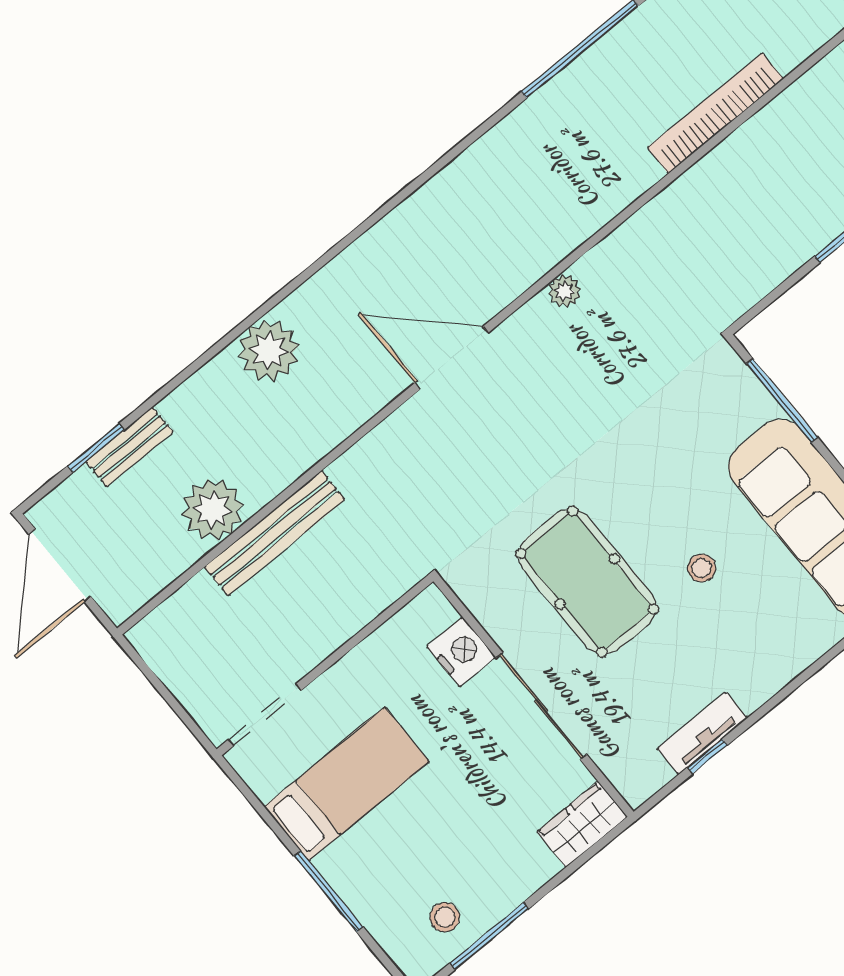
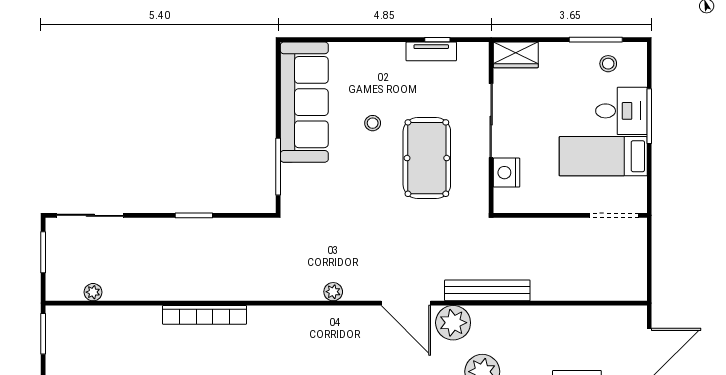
plant: (213, 509) -> (453, 323), moved
bench: (275, 533) -> (487, 290), moved
desk: (373, 867) -> (621, 111), added

